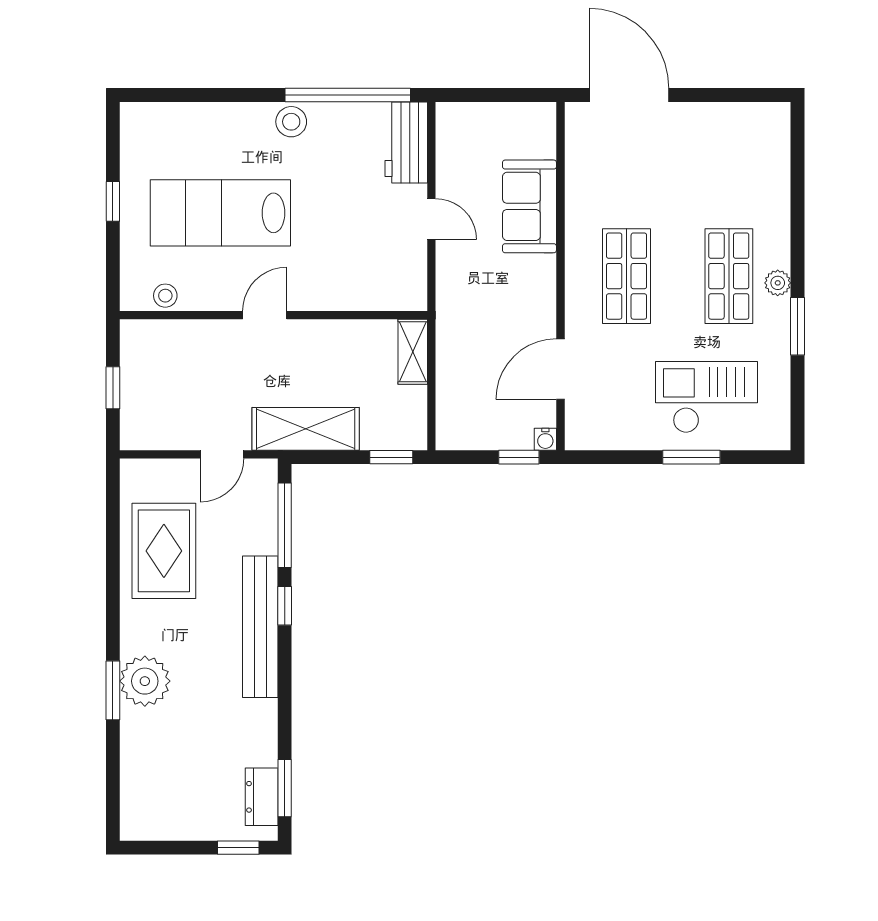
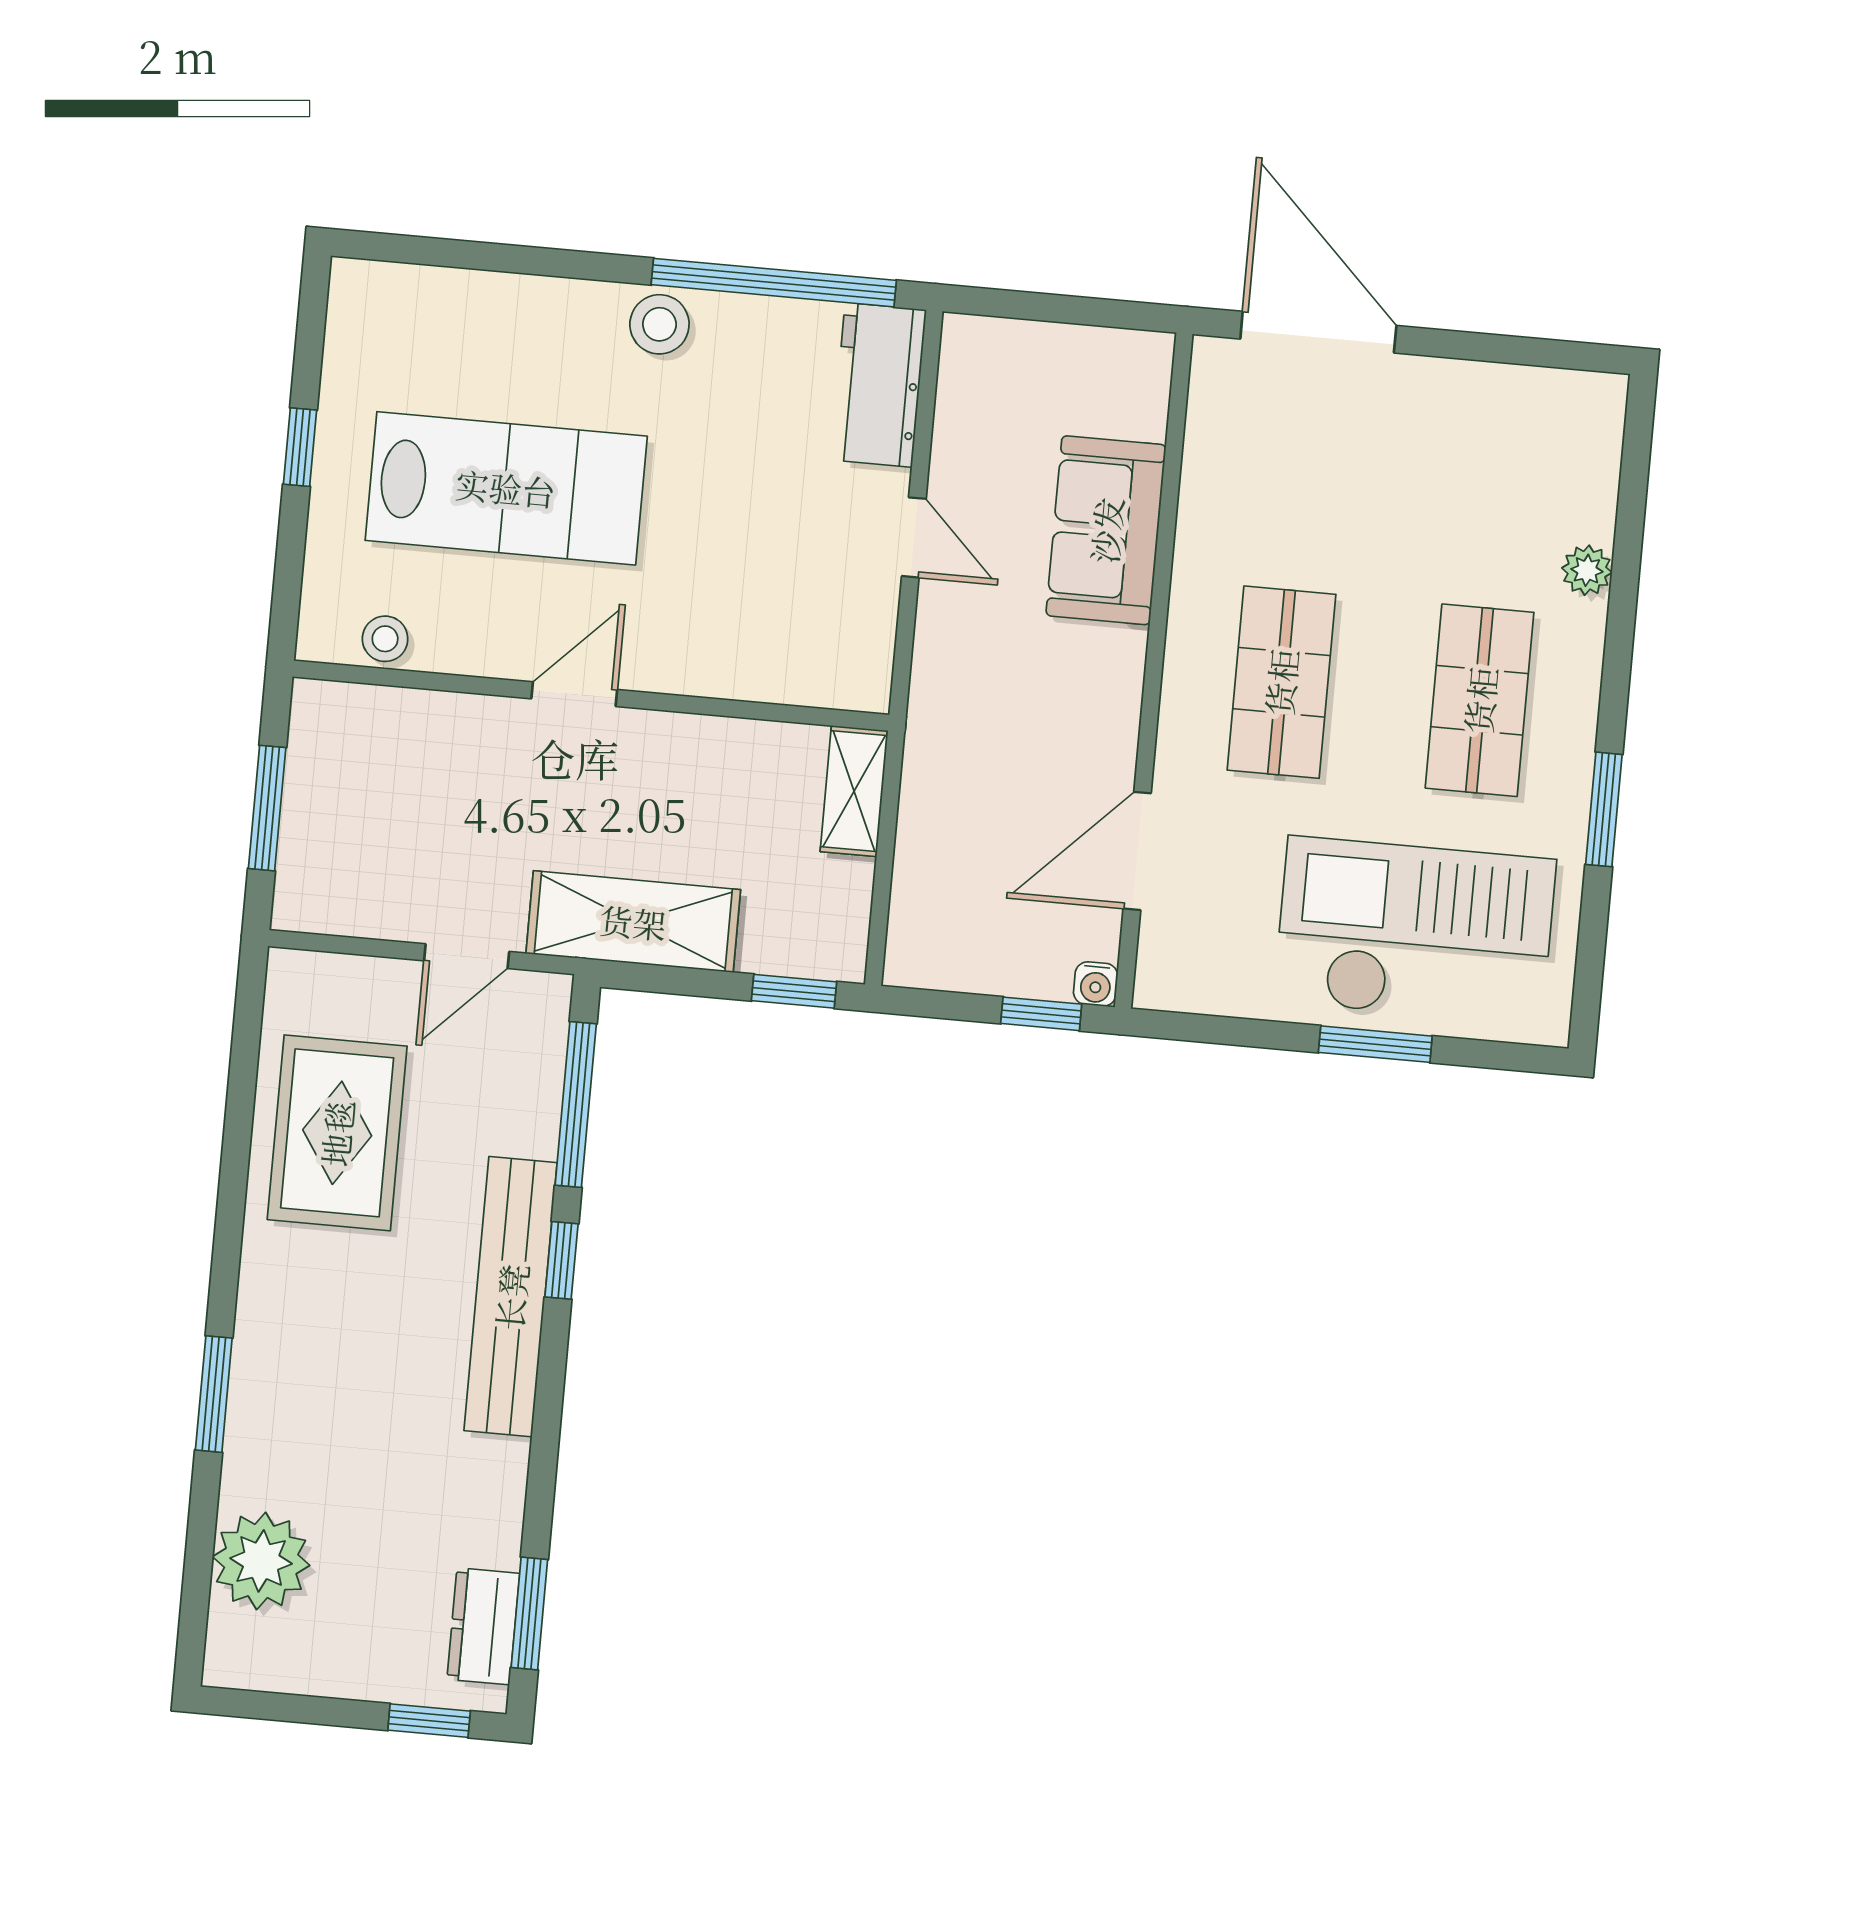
lab bench: (220, 213) -> (506, 488), turned 180
plant: (778, 283) -> (1587, 570), moved
window: (113, 388) -> (267, 808), width x1.50
checkout: (706, 397) -> (1415, 931), width x1.36, depth x1.21
plant: (145, 681) -> (261, 1561), moved

